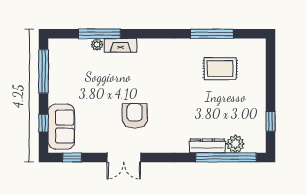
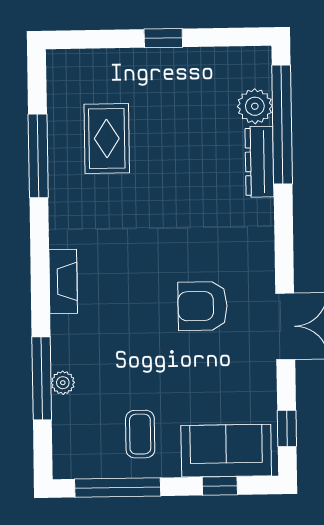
fireplace: (121, 45) -> (63, 282), moved
coffee table: (70, 83) -> (140, 434), added
window: (271, 121) -> (163, 38), moved

